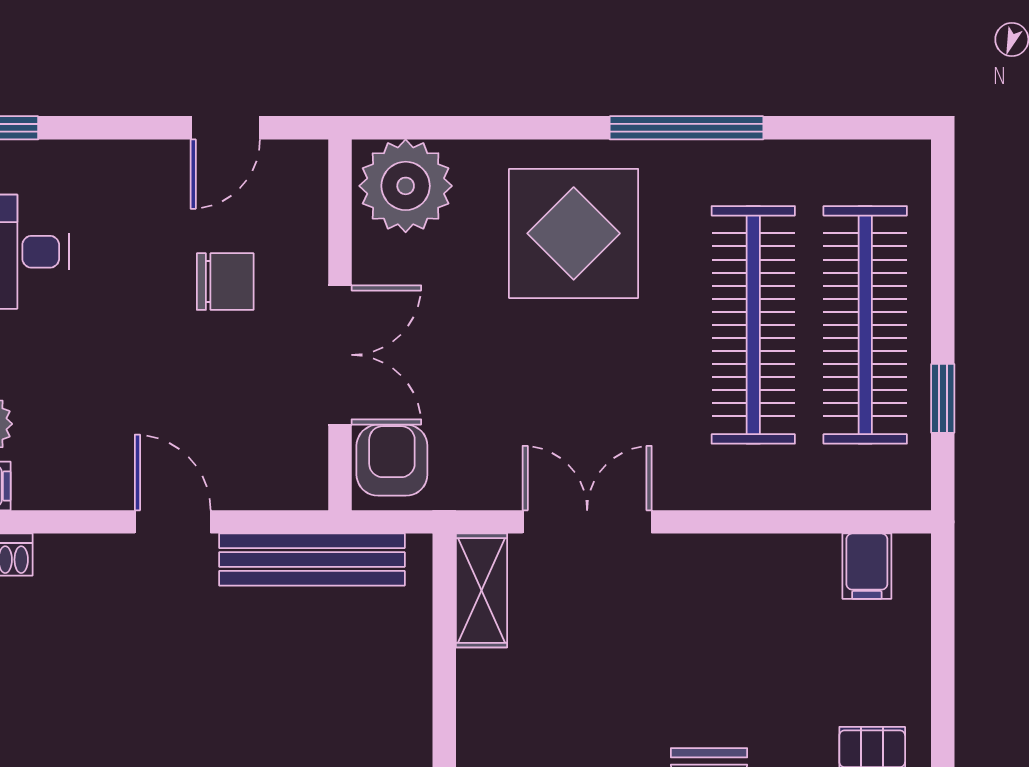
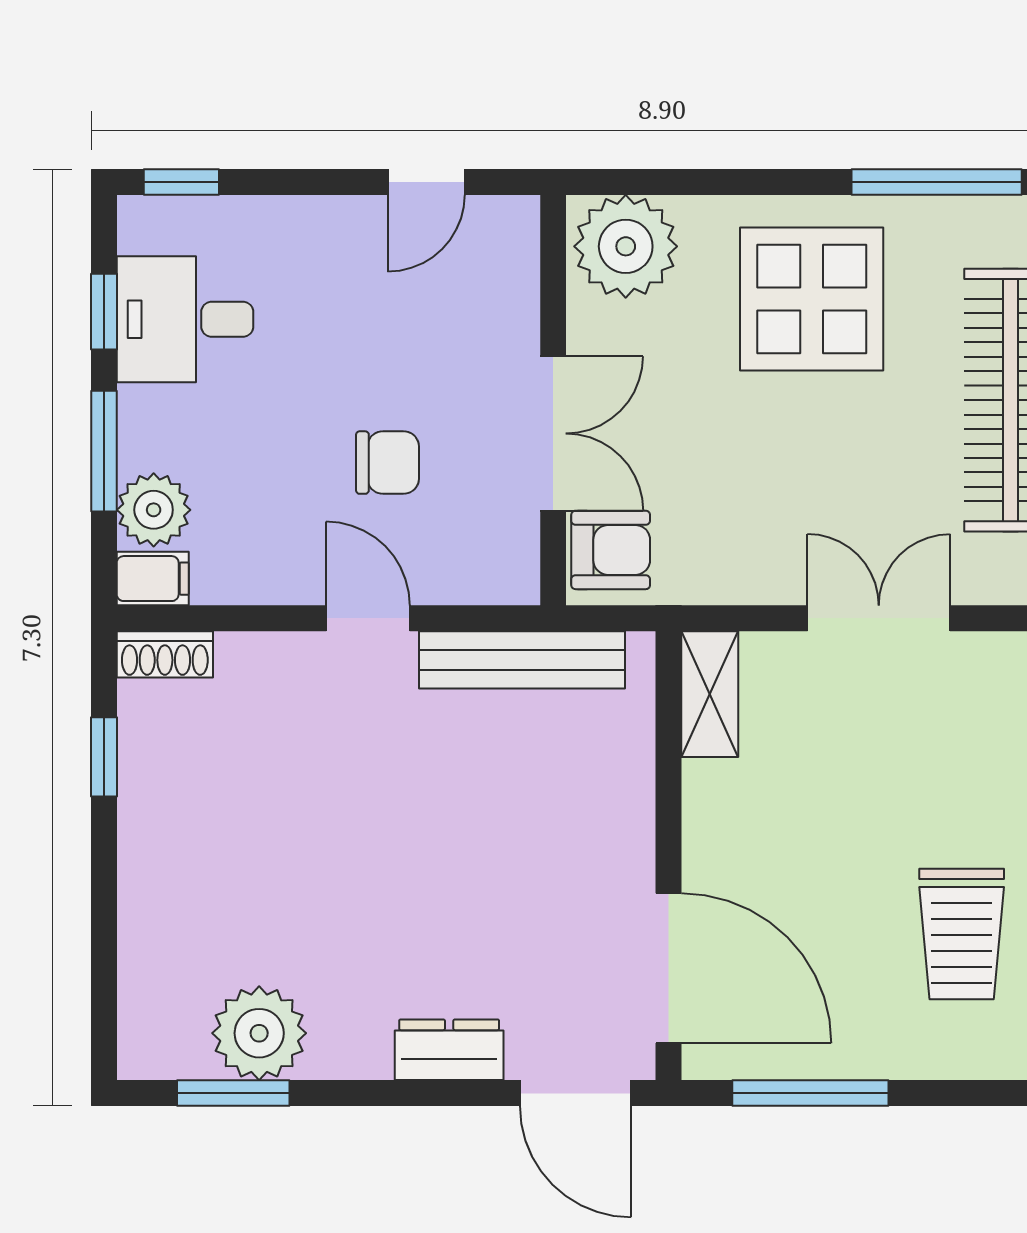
chair: (225, 282) -> (388, 463), moved
armchair: (392, 460) -> (611, 550), turned 90
double door: (587, 522) -> (879, 618), moved

